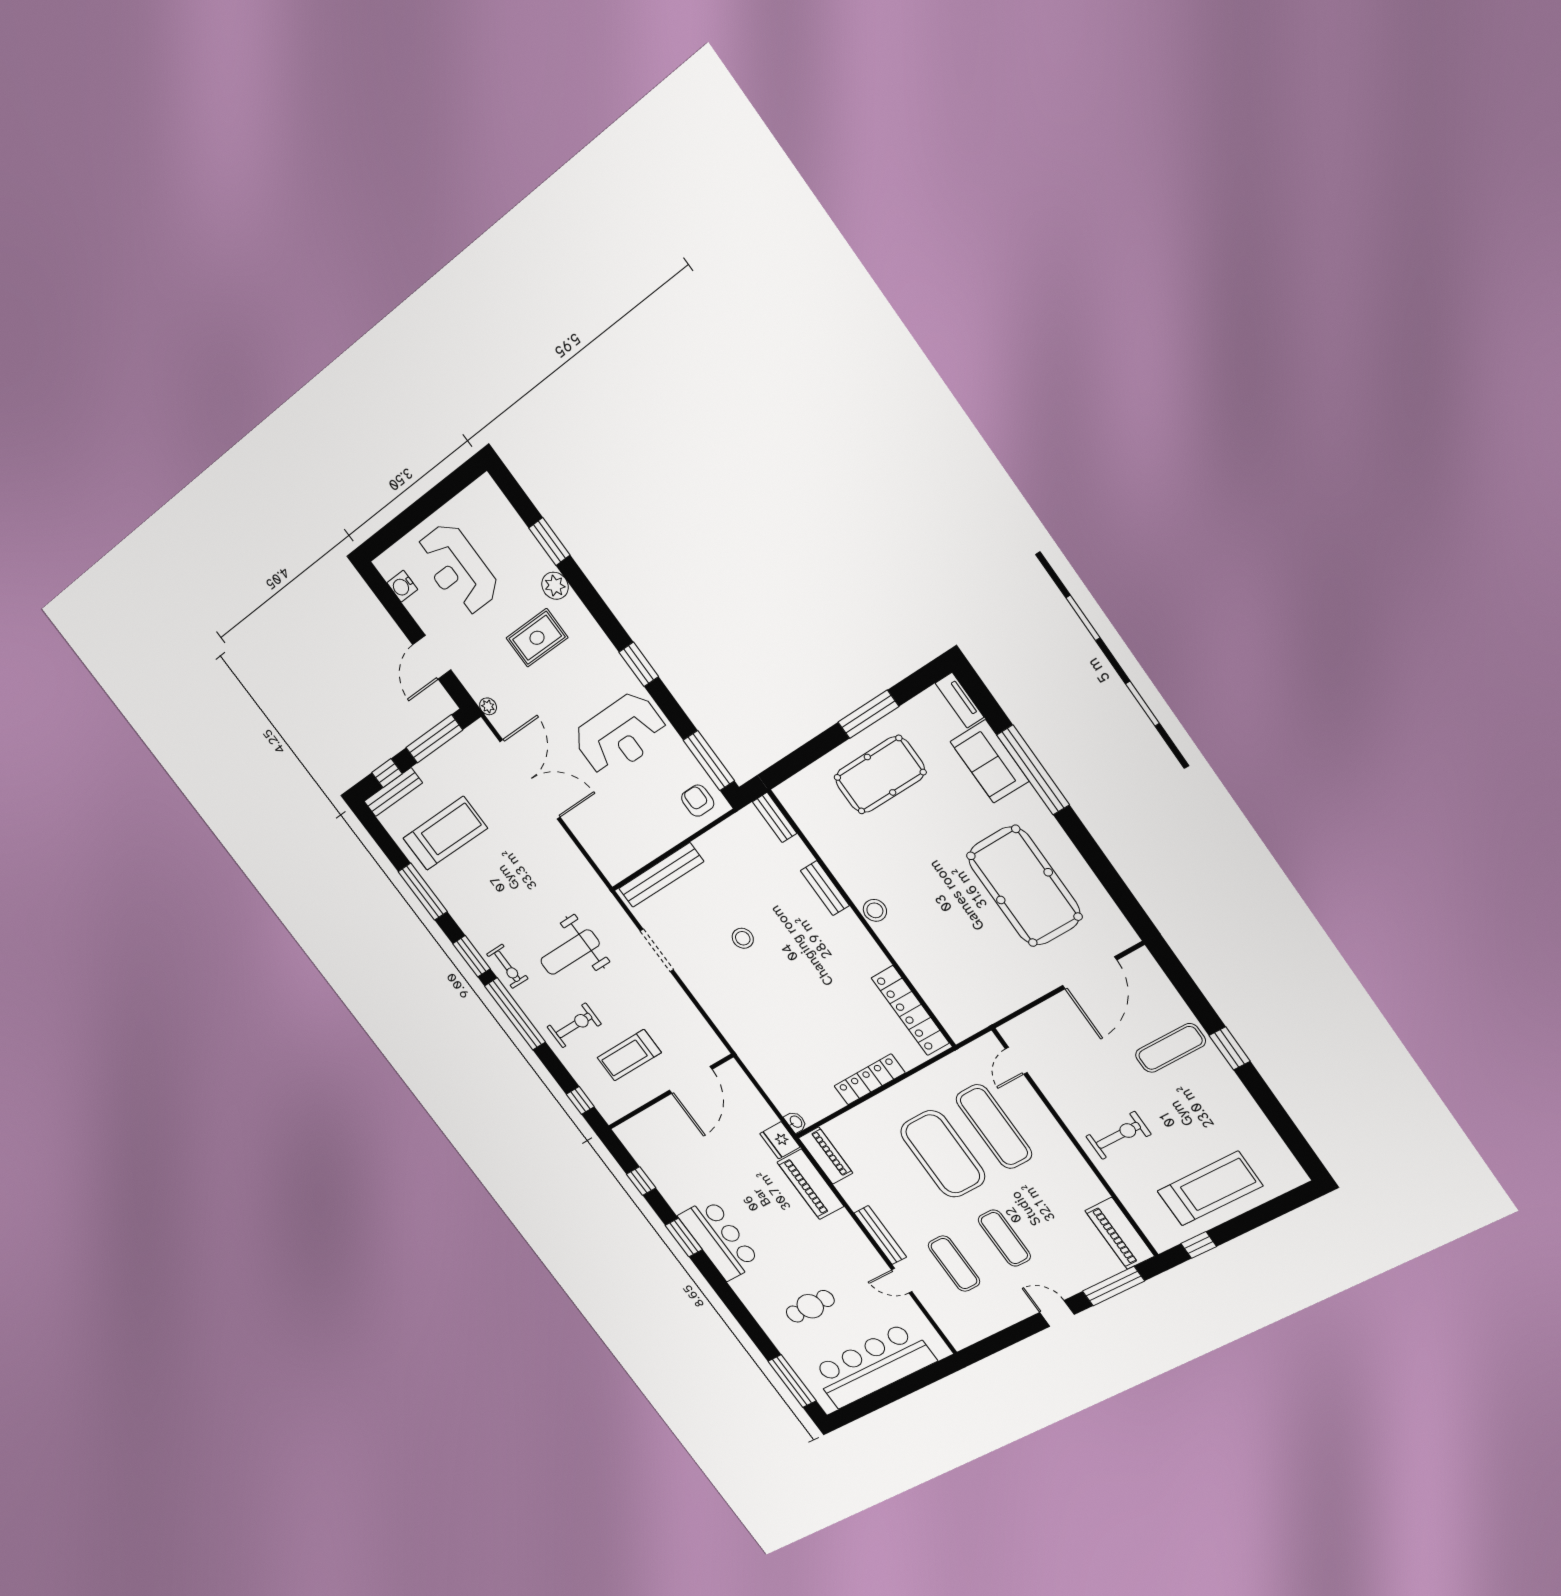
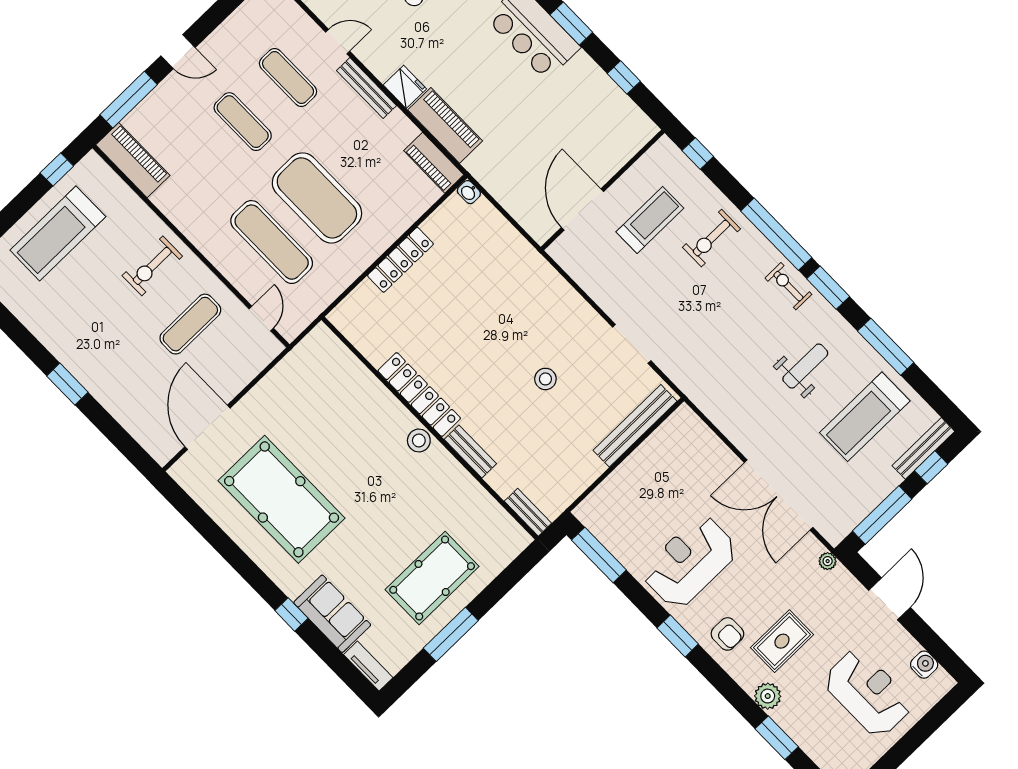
window: (1033, 770) -> (291, 614), width x0.32
armchair: (698, 801) -> (727, 634), moved
weight bench: (570, 952) -> (805, 366), moved, width x0.73, depth x0.75
locker: (910, 1011) -> (419, 395), moved
exercise mat: (1170, 1048) -> (190, 324), moved
fridge: (780, 1140) -> (405, 87), moved

